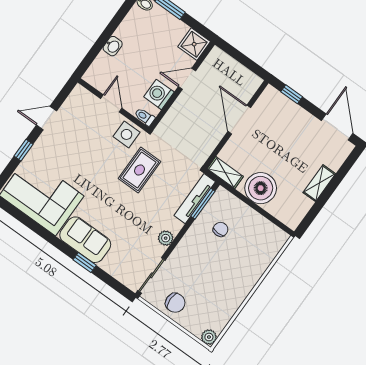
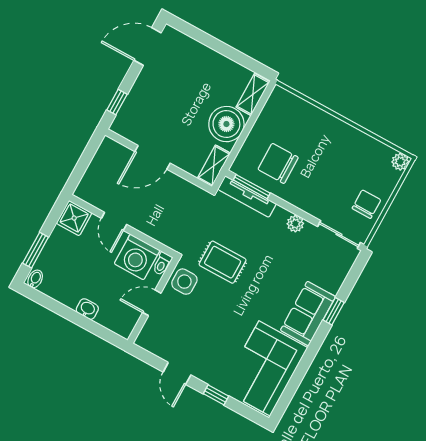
washing machine: (159, 94) -> (137, 257), width x1.37, depth x1.37
shelving: (319, 183) -> (253, 94), moved, turned 90
chair: (221, 229) -> (278, 163), width x1.87, depth x1.87

